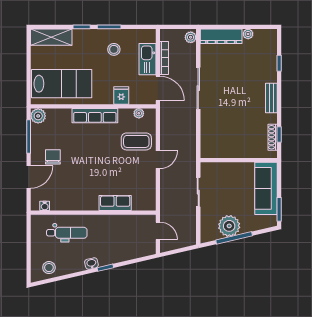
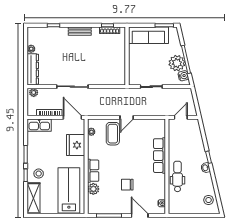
stool: (114, 49) -> (39, 174), moved
kitchen sink: (147, 59) -> (39, 125), moved
door: (158, 88) -> (72, 117), hinge flipped
fridge: (121, 95) -> (76, 145), width x1.88, depth x1.34
plant: (38, 116) -> (93, 189), moved
row of seats: (95, 116) -> (93, 171), width x0.68
chair: (53, 157) -> (127, 185), moved
door: (158, 160) -> (127, 117), swing flipped
row of seats: (115, 203) -> (160, 156), width x1.48
dental chair: (67, 233) -> (178, 176), moved
water cooler: (213, 234) -> (183, 76), added

